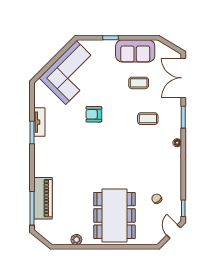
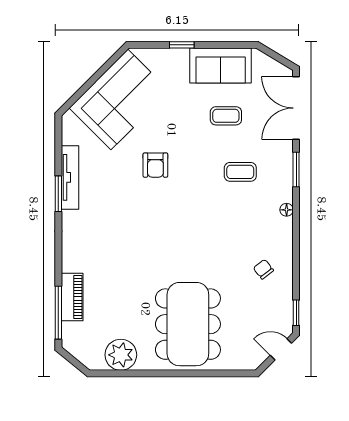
armchair: (94, 114) -> (155, 165), turned -90
tv unit: (39, 122) -> (70, 177), width x1.41
piano: (43, 198) -> (72, 297), width x0.73, depth x0.75
chair: (157, 199) -> (263, 269), moved
door: (174, 231) -> (281, 349), hinge flipped
plant: (76, 240) -> (121, 355), width x1.87, depth x1.87

